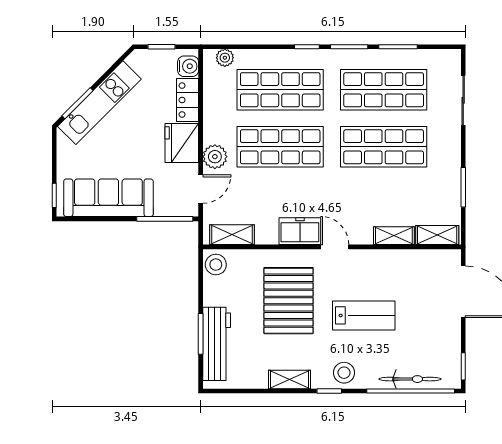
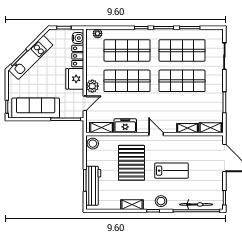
freezer: (300, 231) -> (125, 126), moved

